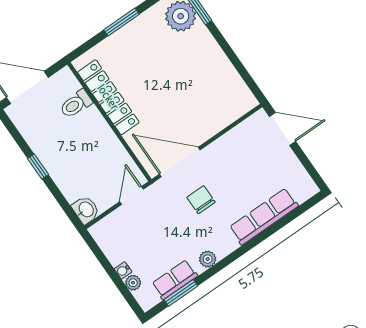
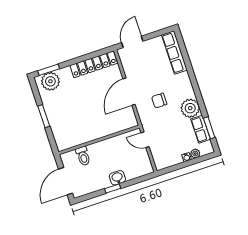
locker: (108, 97) -> (94, 64), moved, turned 180
door: (180, 162) -> (129, 92), moved
washbasin: (86, 210) -> (117, 178), moved
row of seats: (264, 216) -> (174, 52), moved
plant: (208, 259) -> (190, 108), width x1.88, depth x1.88

